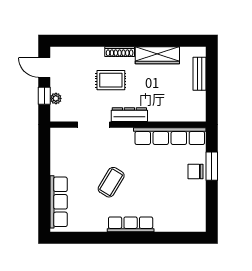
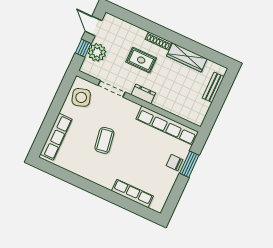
plant: (56, 98) -> (97, 52), width x1.87, depth x1.87
dresser: (129, 115) -> (143, 94), width x0.70
side table: (66, 148) -> (81, 97), added
coffee table: (111, 182) -> (104, 140), turned -40
row of seats: (131, 224) -> (132, 193), moved

